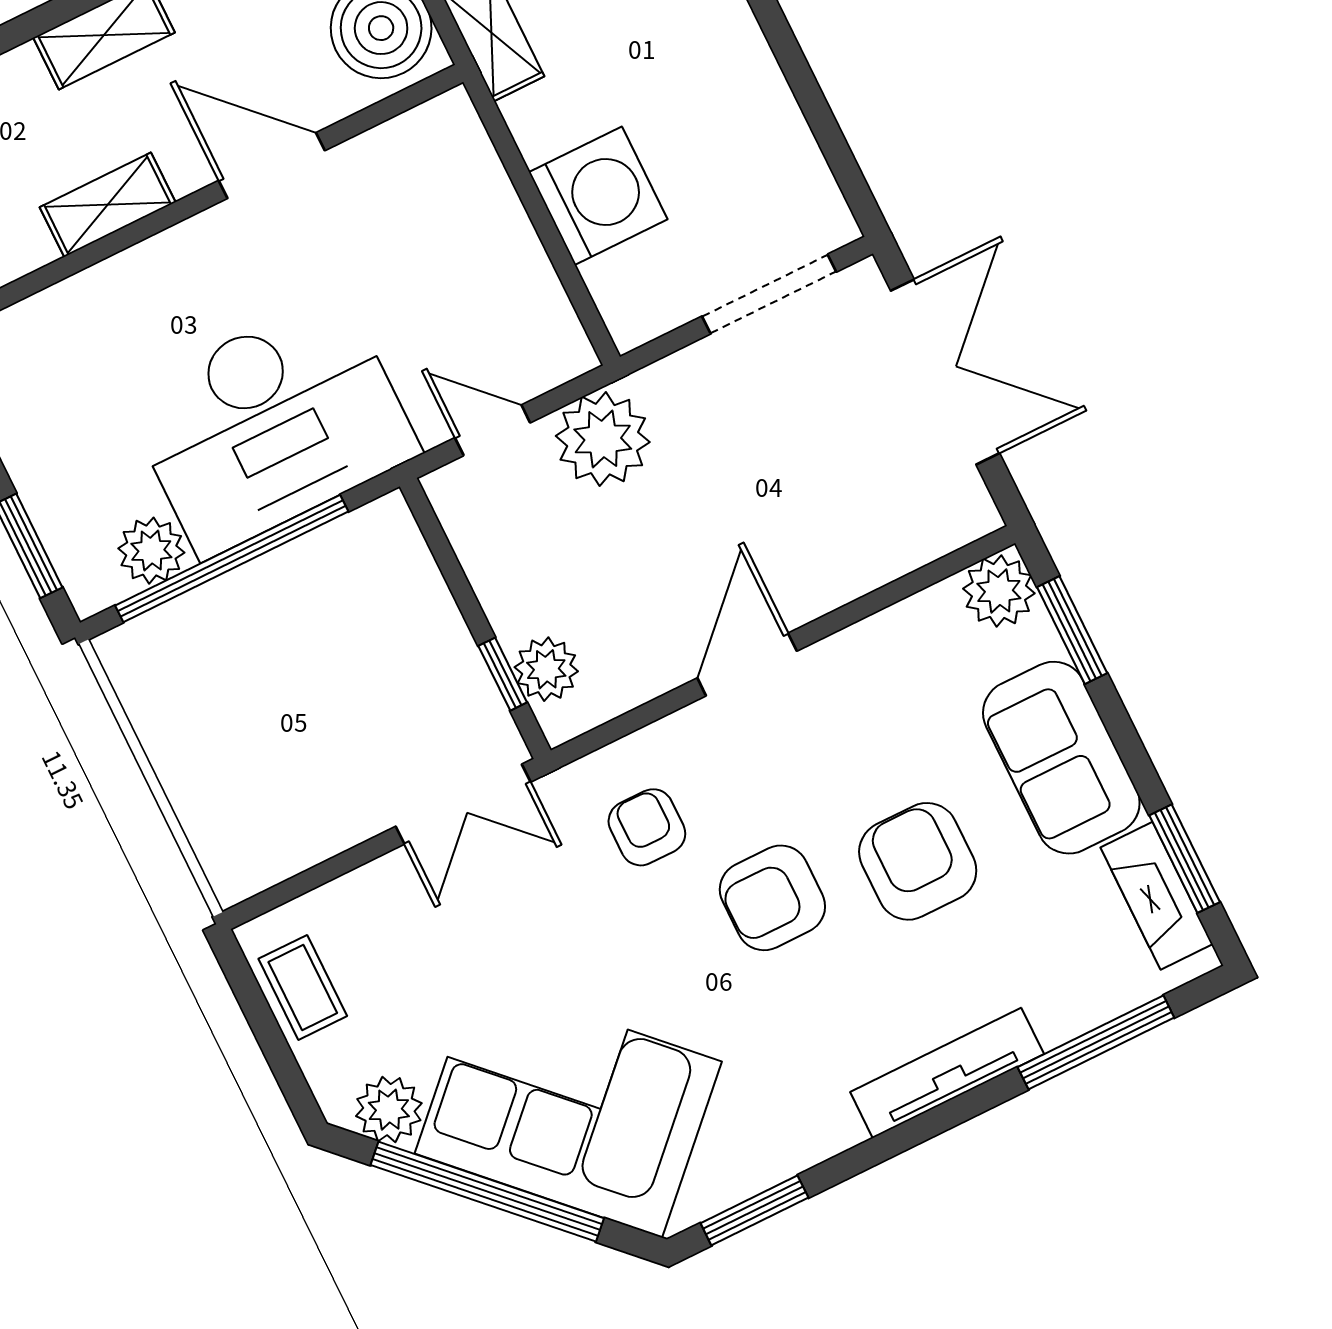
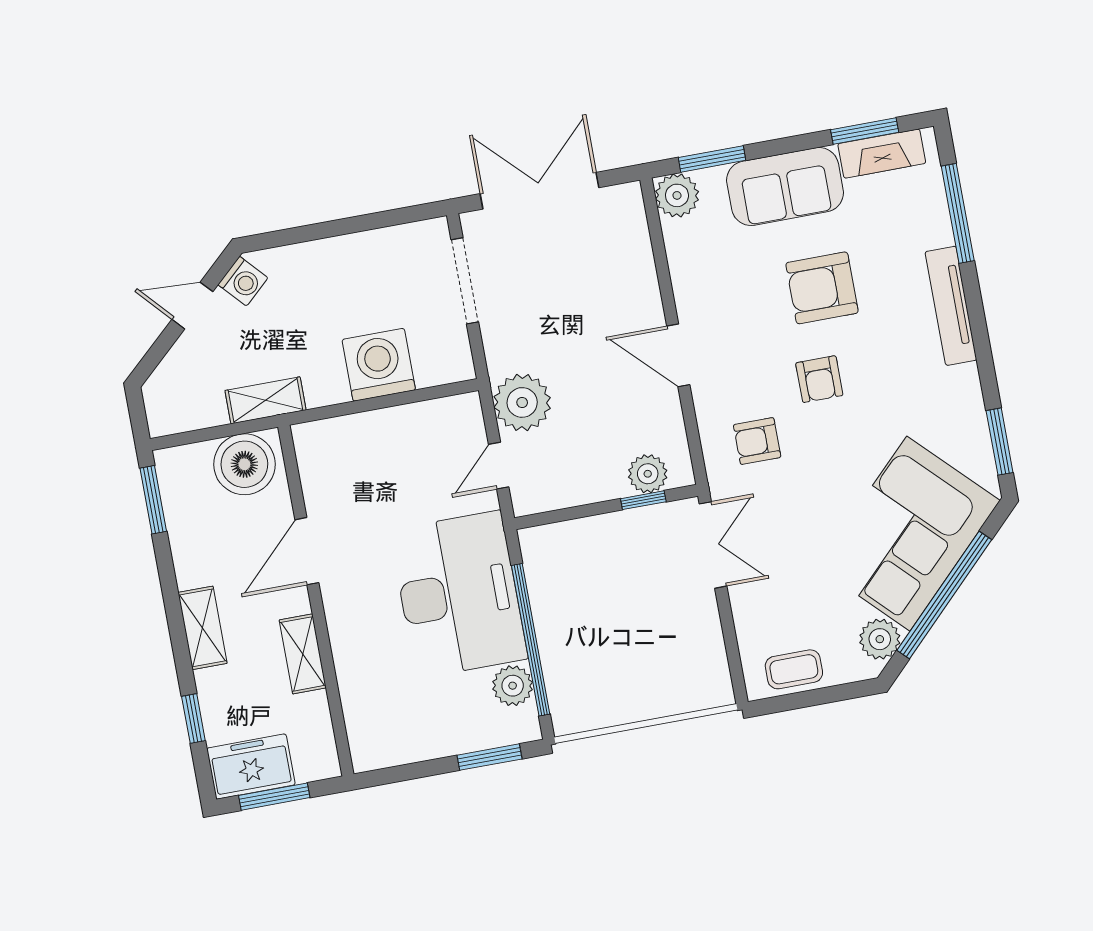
armchair: (772, 898) -> (819, 379), width x0.72, depth x0.72

